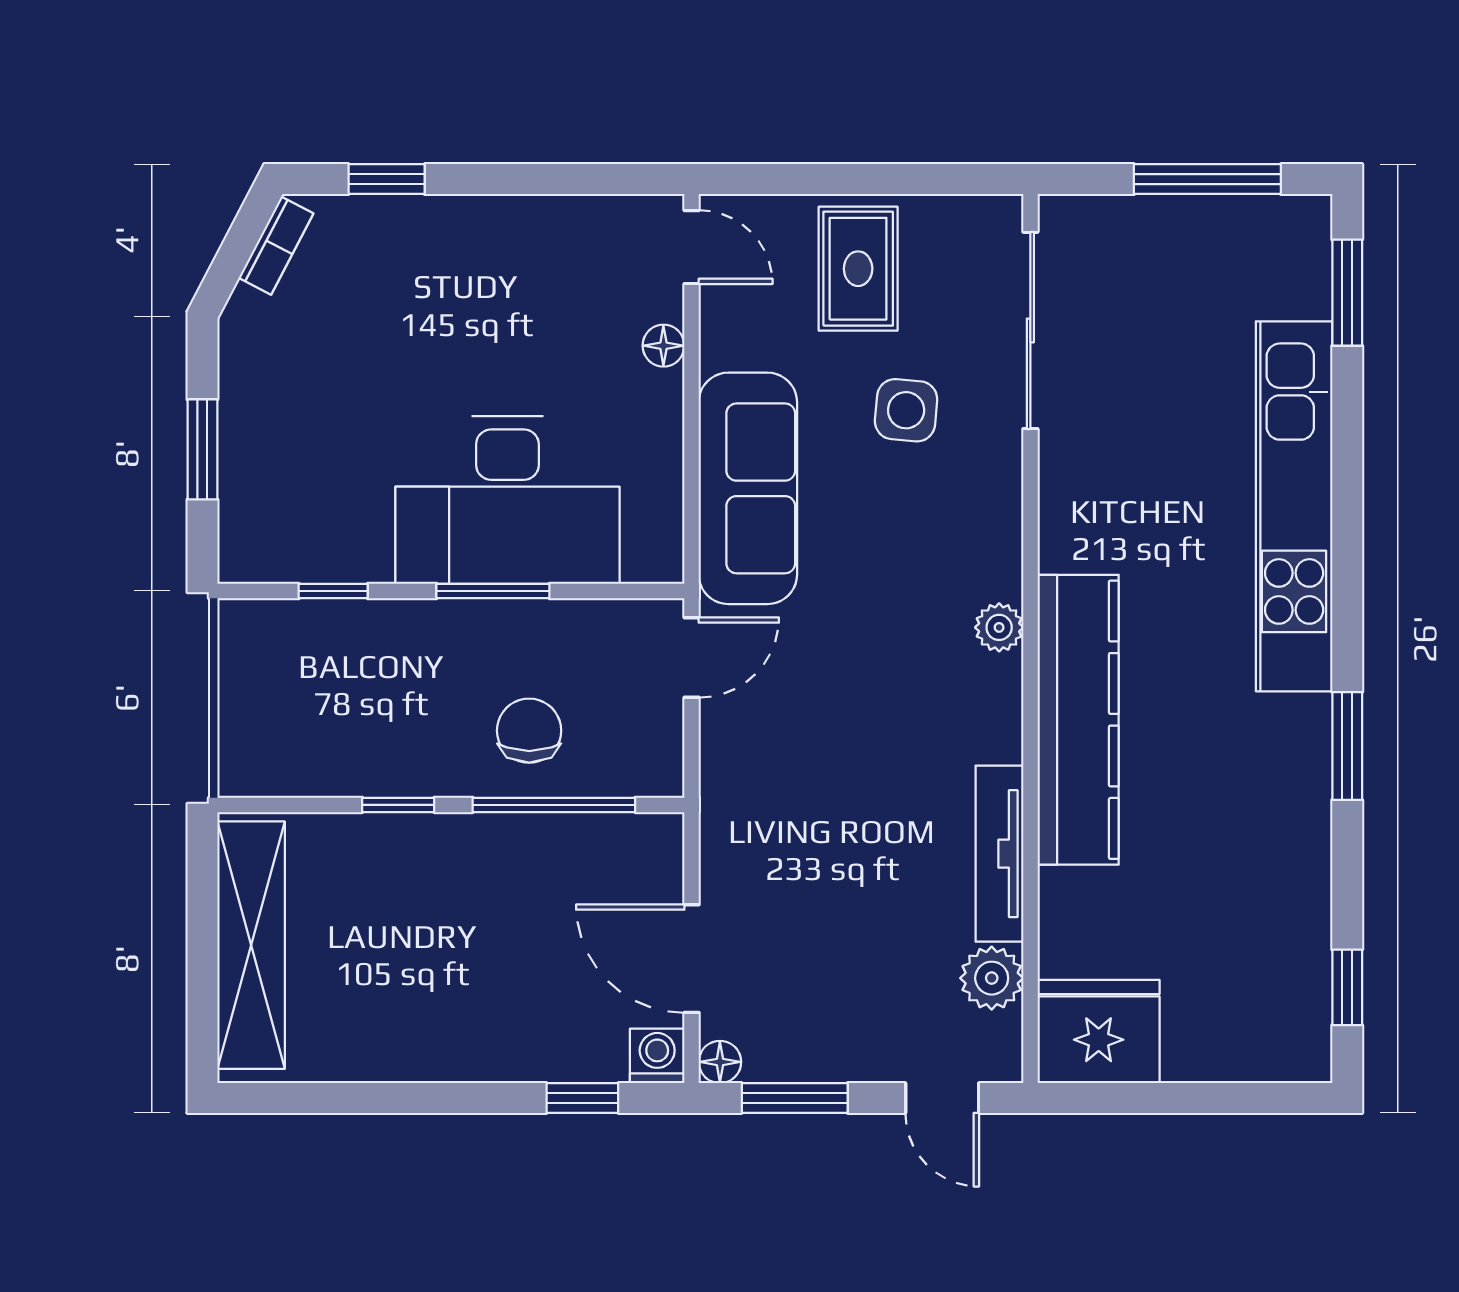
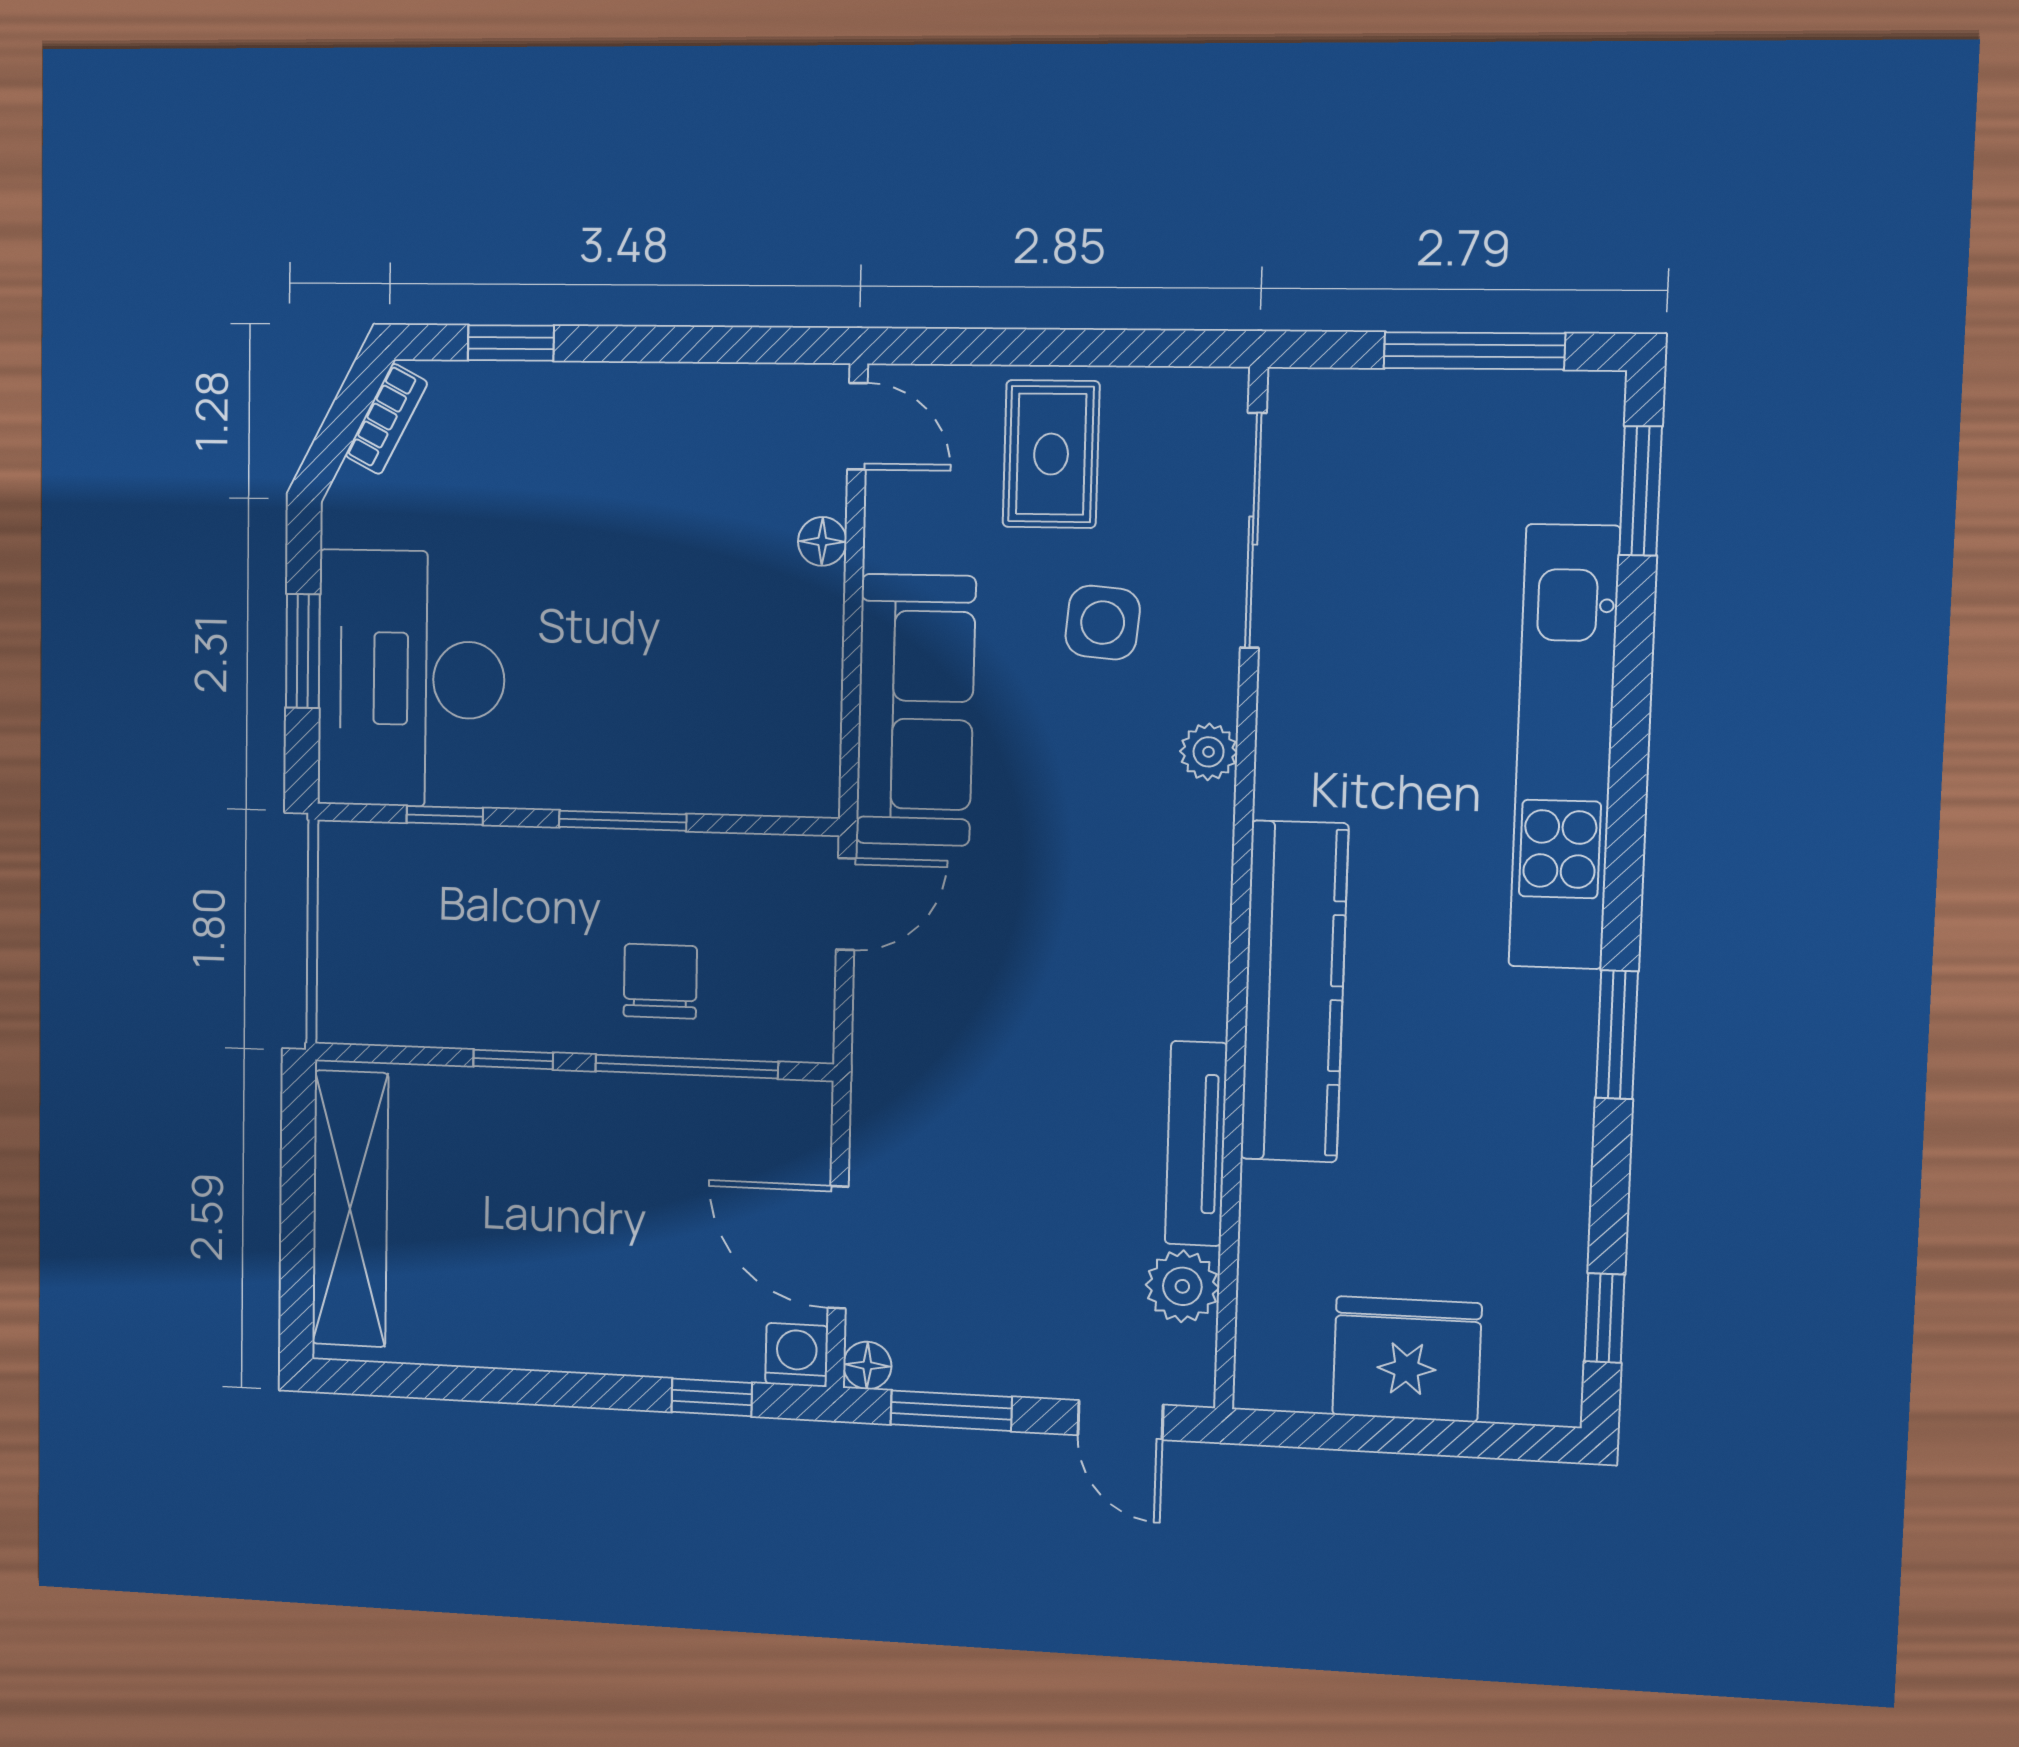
desk: (507, 500) -> (411, 679), moved, turned 90
plant: (999, 627) -> (1209, 752), moved
fridge: (1099, 1031) -> (1407, 1359), moved

